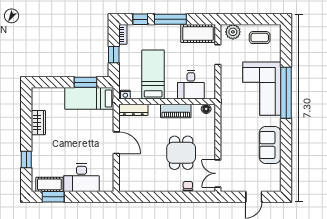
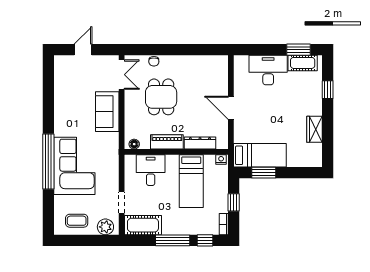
dresser: (133, 110) -> (200, 143), moved
sofa: (270, 145) -> (107, 112), moved, turned 180

